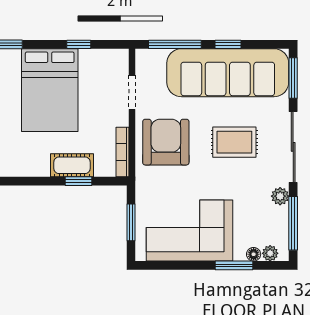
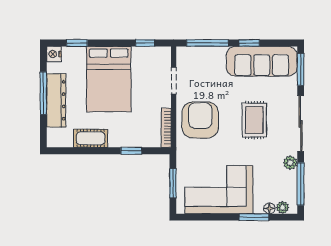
window: (79, 44) -> (145, 43), moved
sofa: (228, 73) -> (262, 61), width x0.74, depth x0.79
rug: (234, 142) -> (254, 120), turned 90
cot: (72, 165) -> (91, 138), moved

